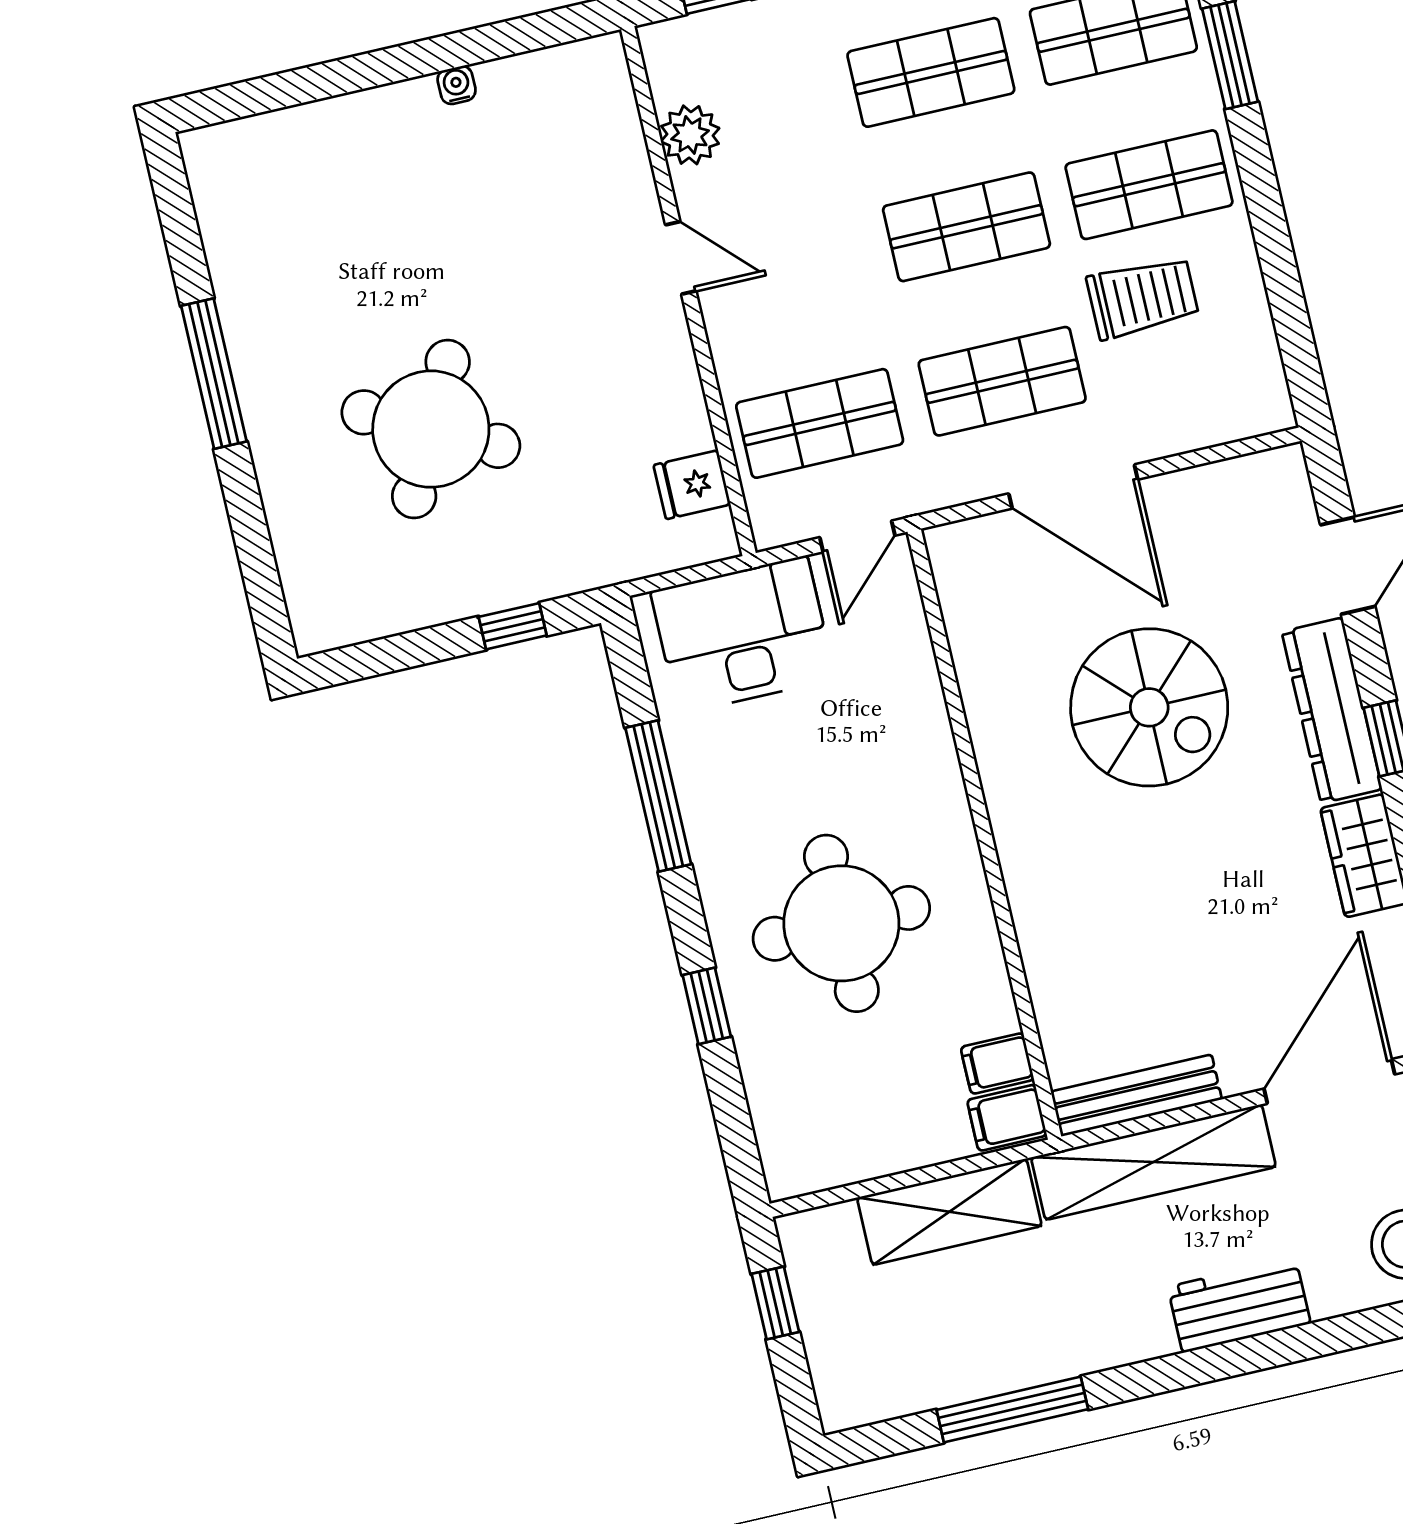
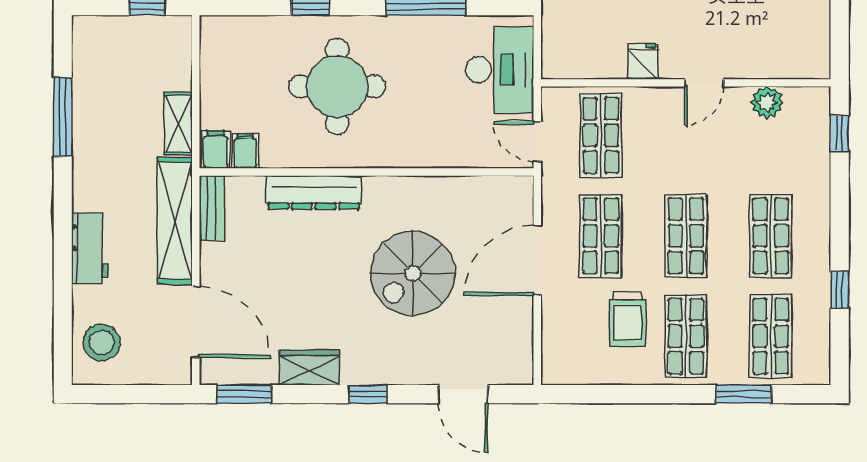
fridge: (692, 485) -> (643, 61), moved
dresser: (1332, 710) -> (314, 192), moved, turned 180
bench: (1136, 1095) -> (212, 208), width x0.73
shelving: (949, 1212) -> (178, 124), width x0.67, depth x0.75

